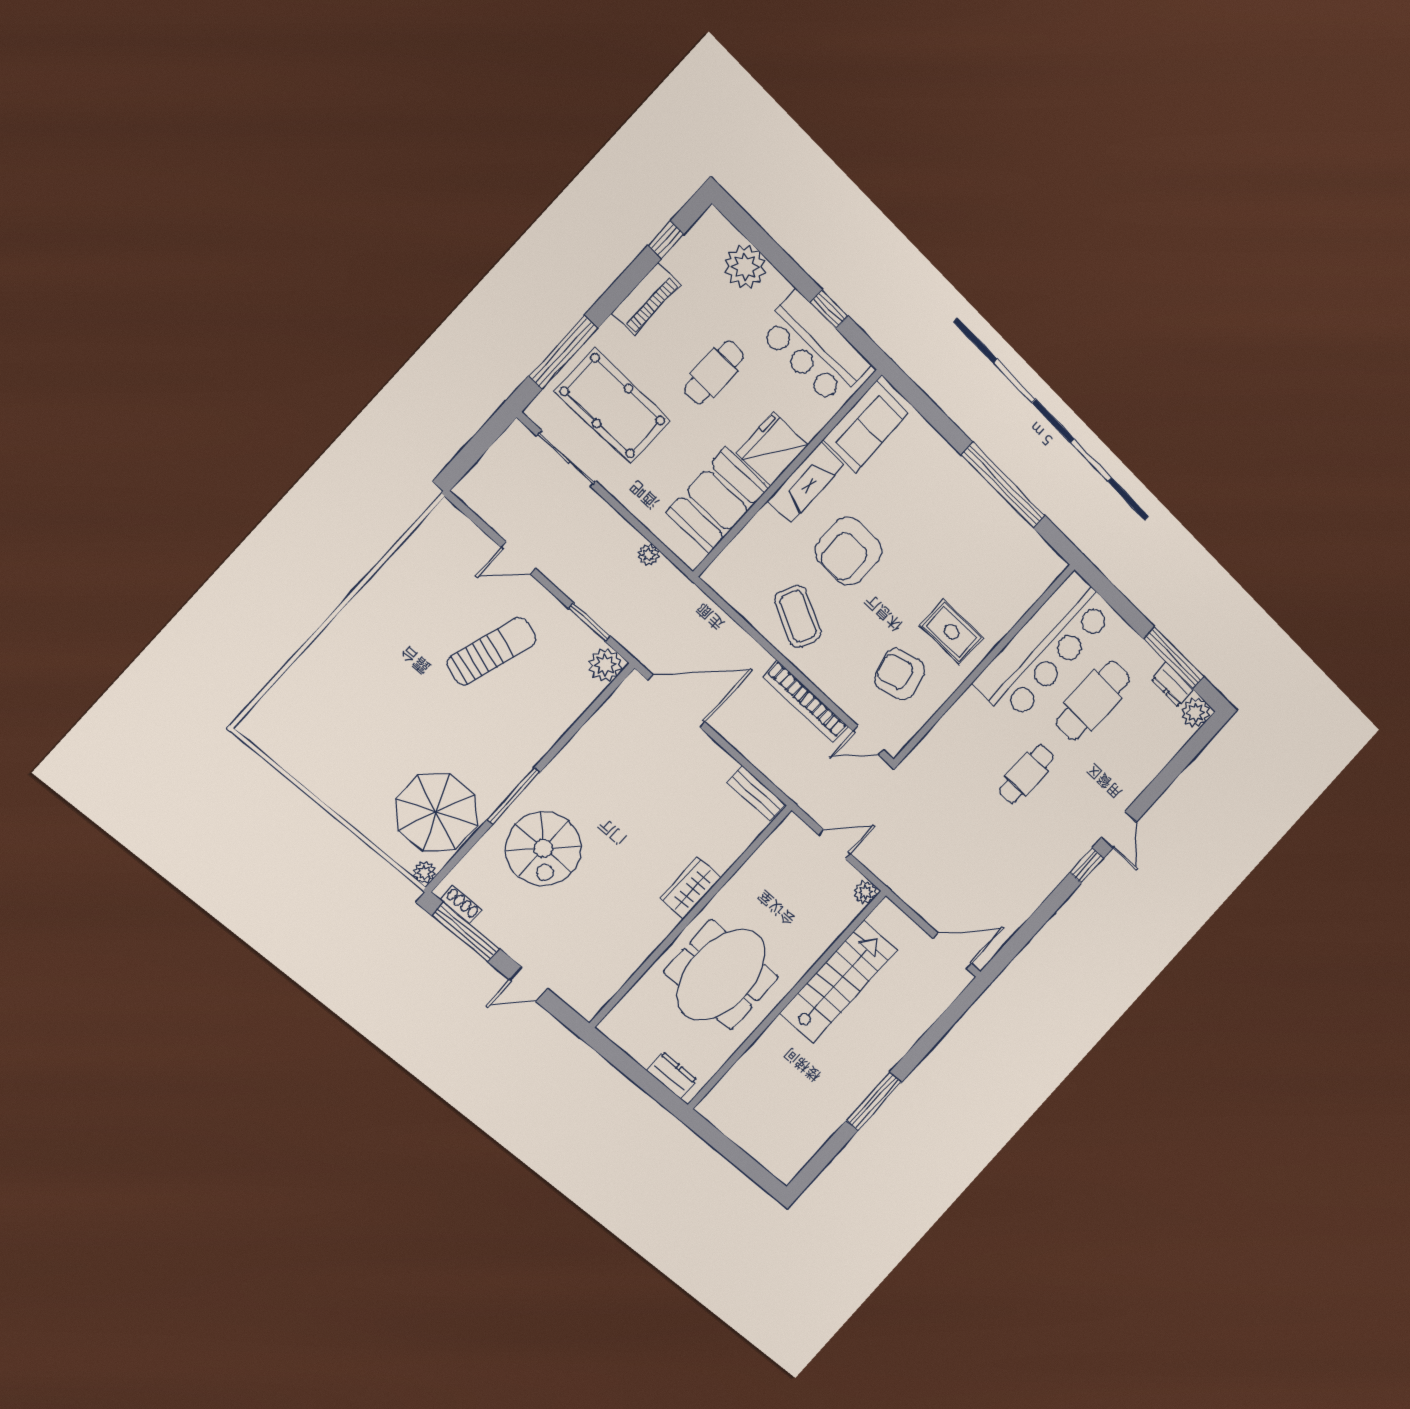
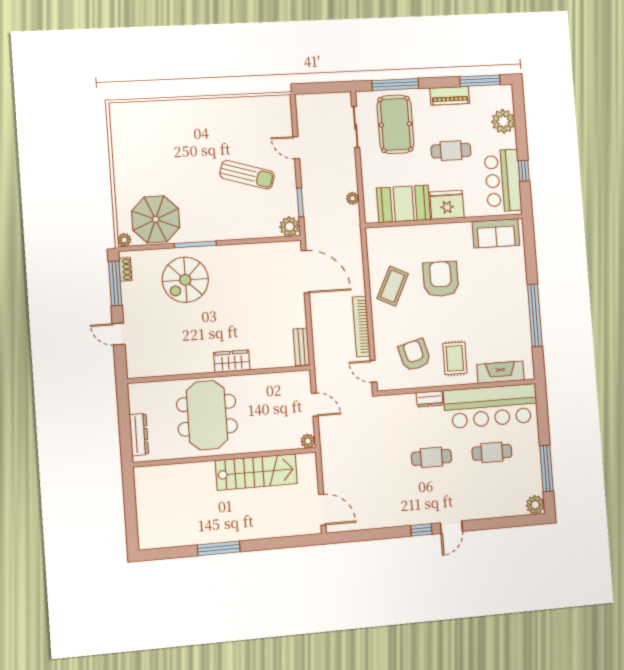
window: (666, 240) -> (480, 81), width x2.17
fireplace: (806, 483) -> (500, 372), moved, turned 180
armchair: (848, 551) -> (441, 279), turned 90
dresser: (1173, 685) -> (430, 399), moved, turned -90
cafe table: (1093, 701) -> (492, 452), width x0.73, depth x0.74
meeting table: (721, 975) -> (207, 415), turned 90
dresser: (672, 1075) -> (139, 435), width x1.44

